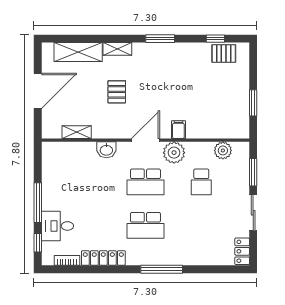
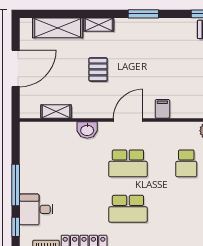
plant: (174, 153) -> (158, 133), removed

